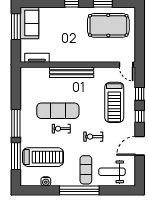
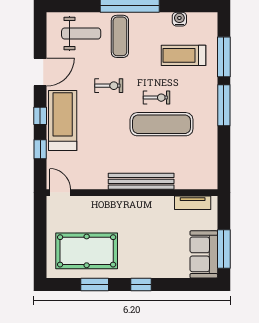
treadmill: (114, 102) -> (63, 120), moved
treadmill: (43, 157) -> (183, 55), width x0.73, depth x0.73

